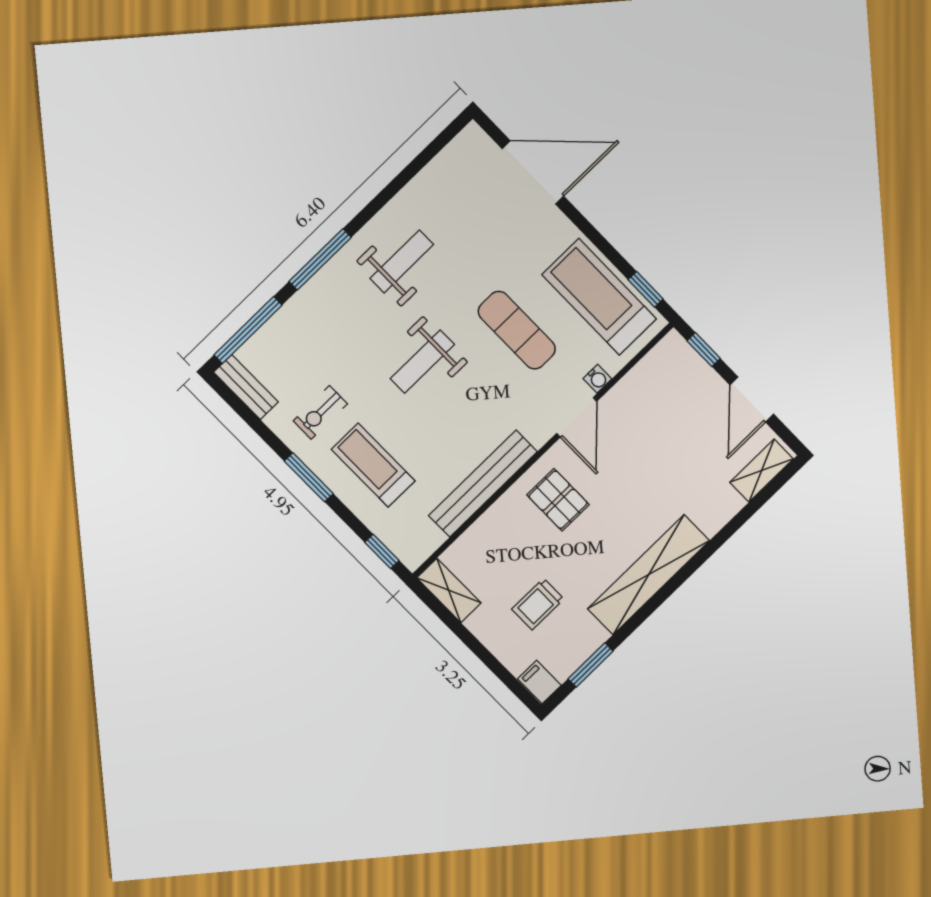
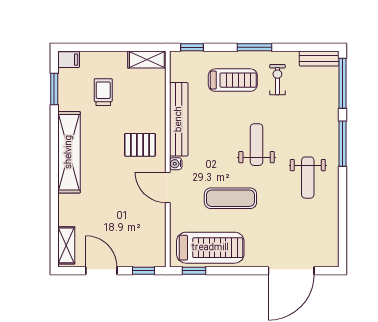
water cooler: (597, 379) -> (176, 164), moved

